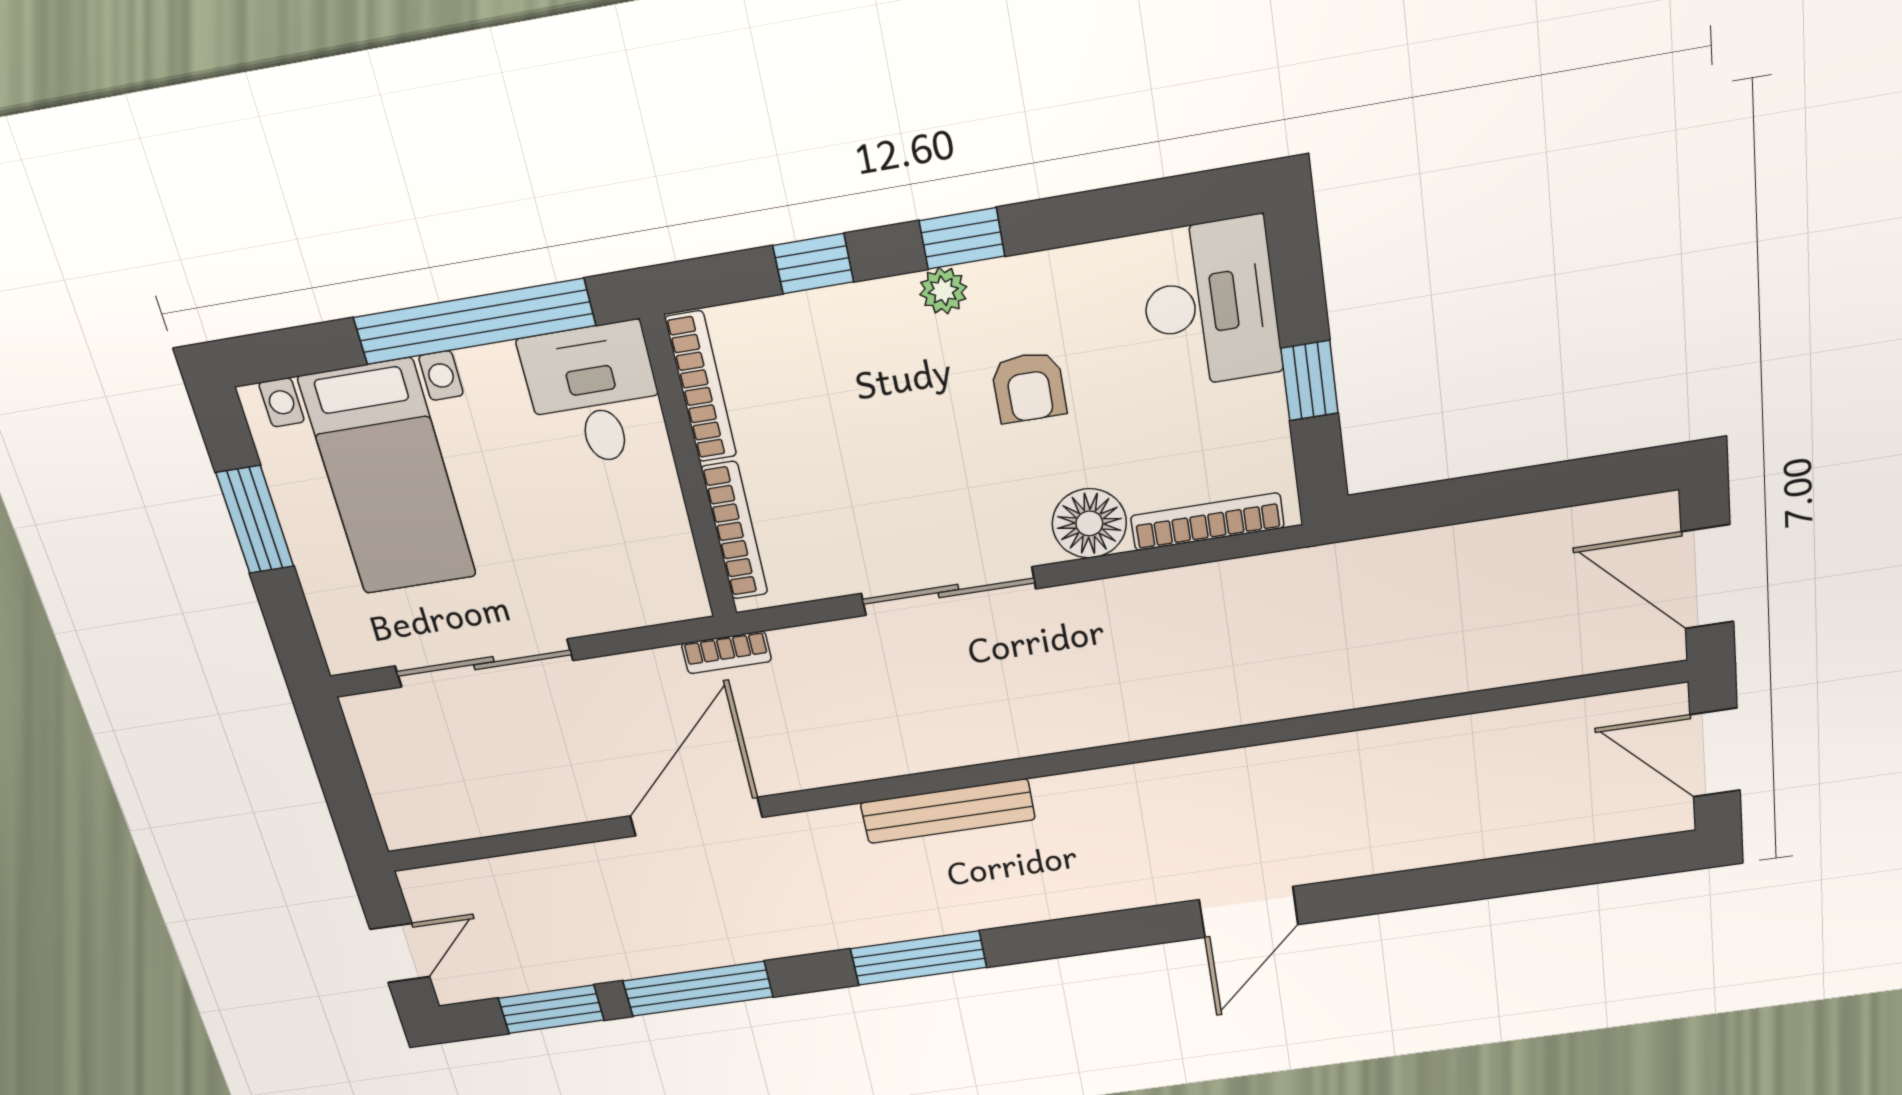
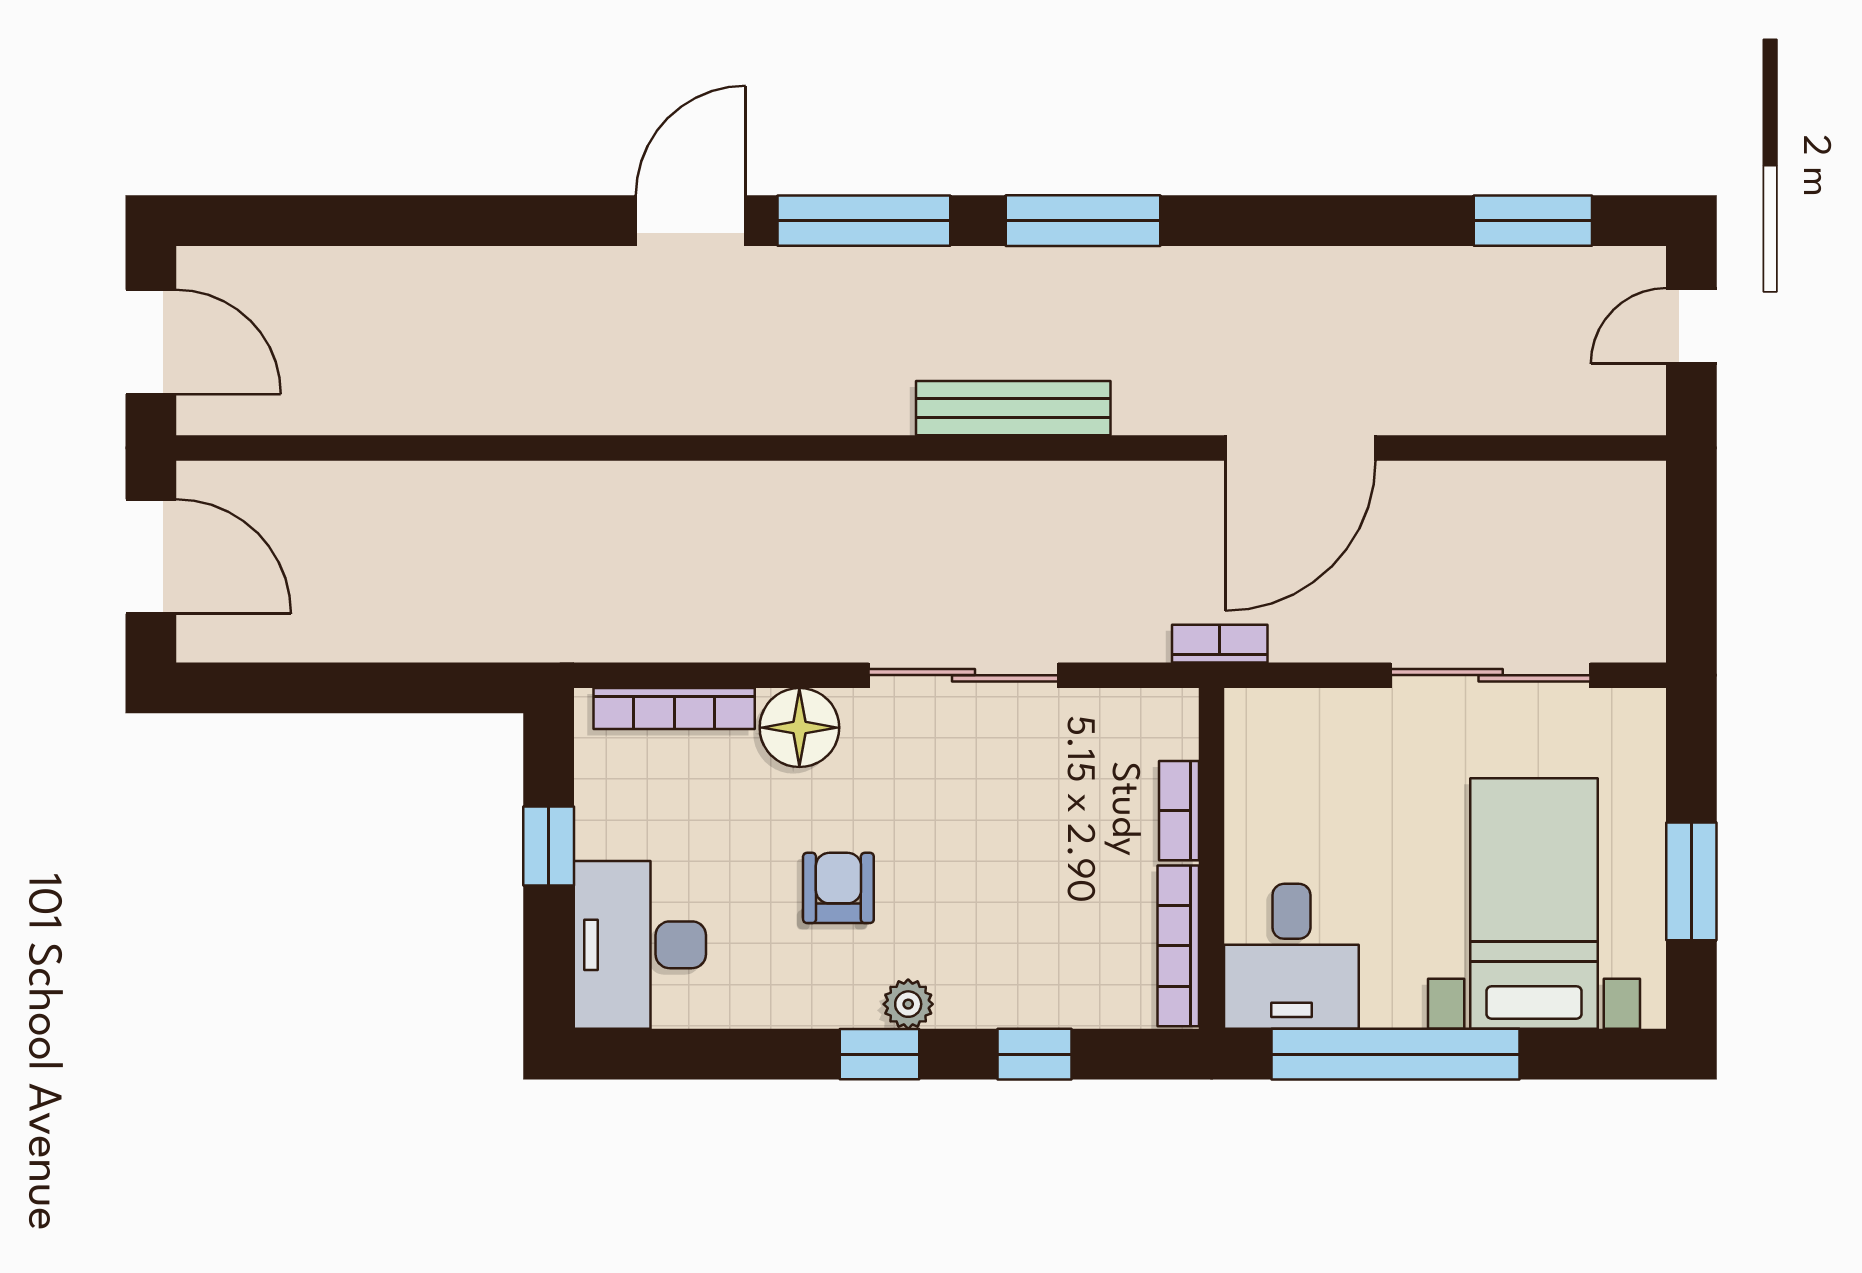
bookcase: (735, 531) -> (1179, 811), width x0.64
window: (698, 989) -> (864, 221), moved

